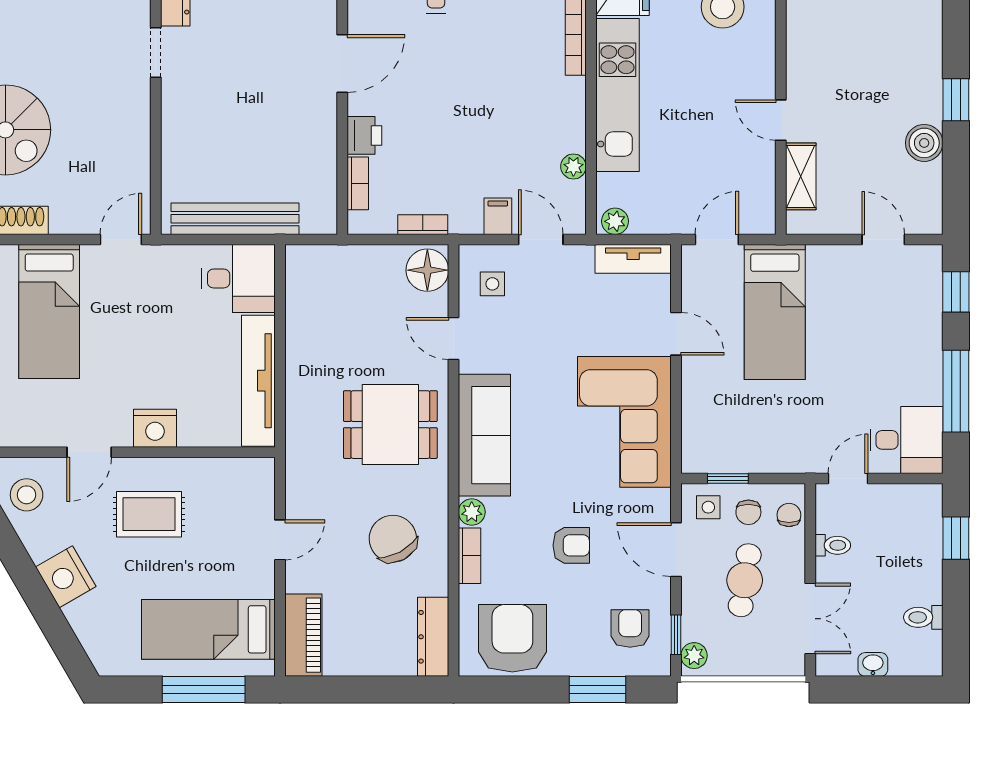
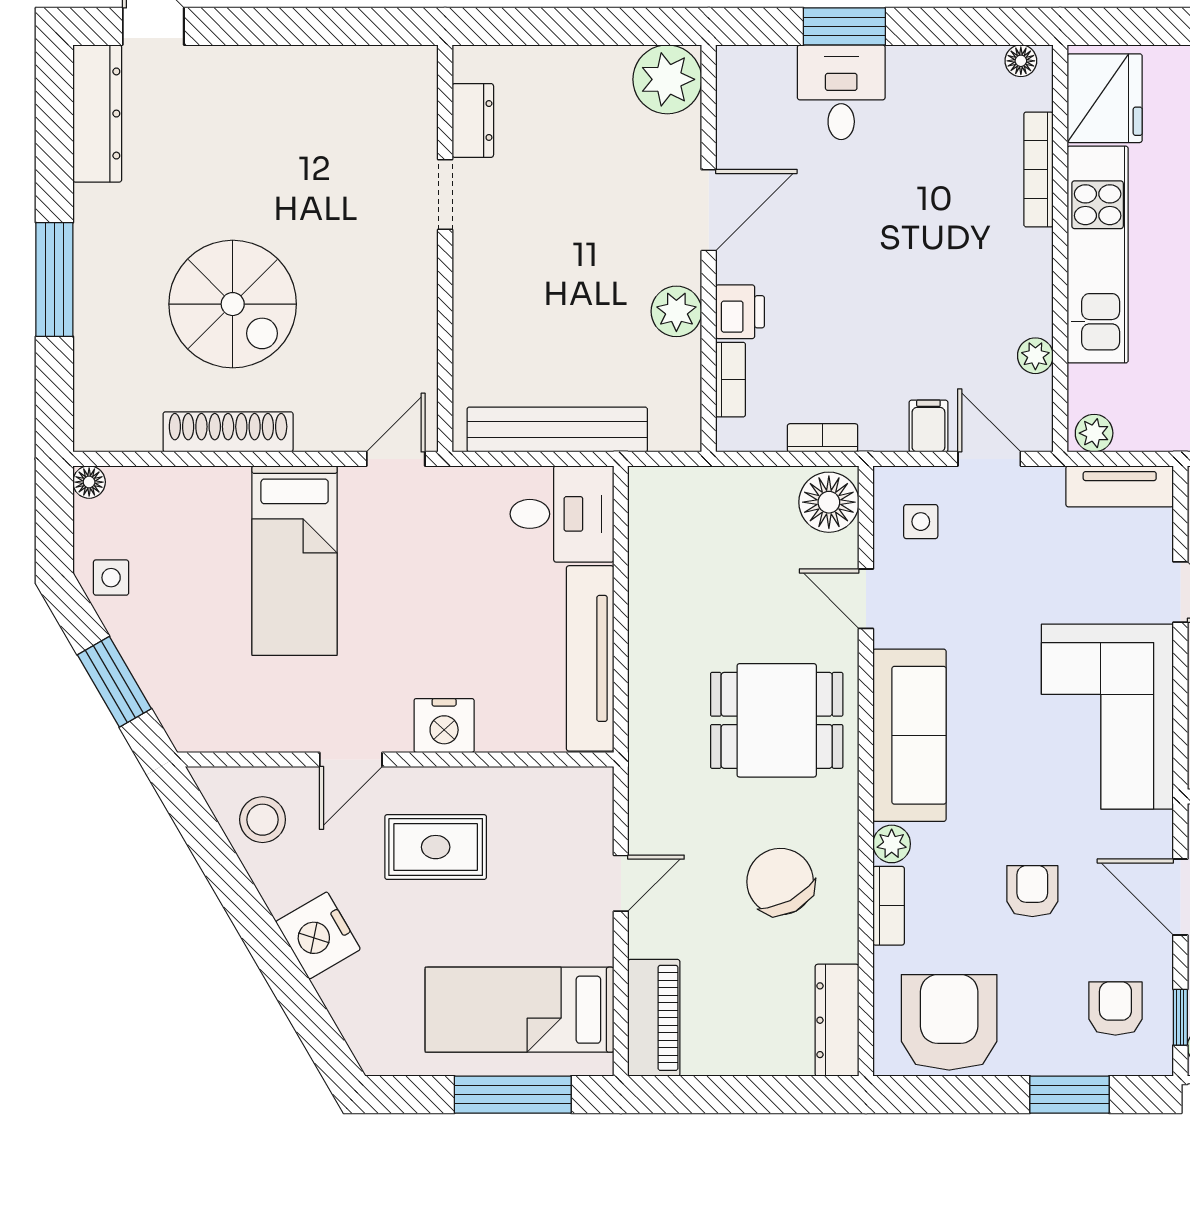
plant: (319, 135) -> (676, 311), added
armchair: (571, 545) -> (1032, 891), turned -90

